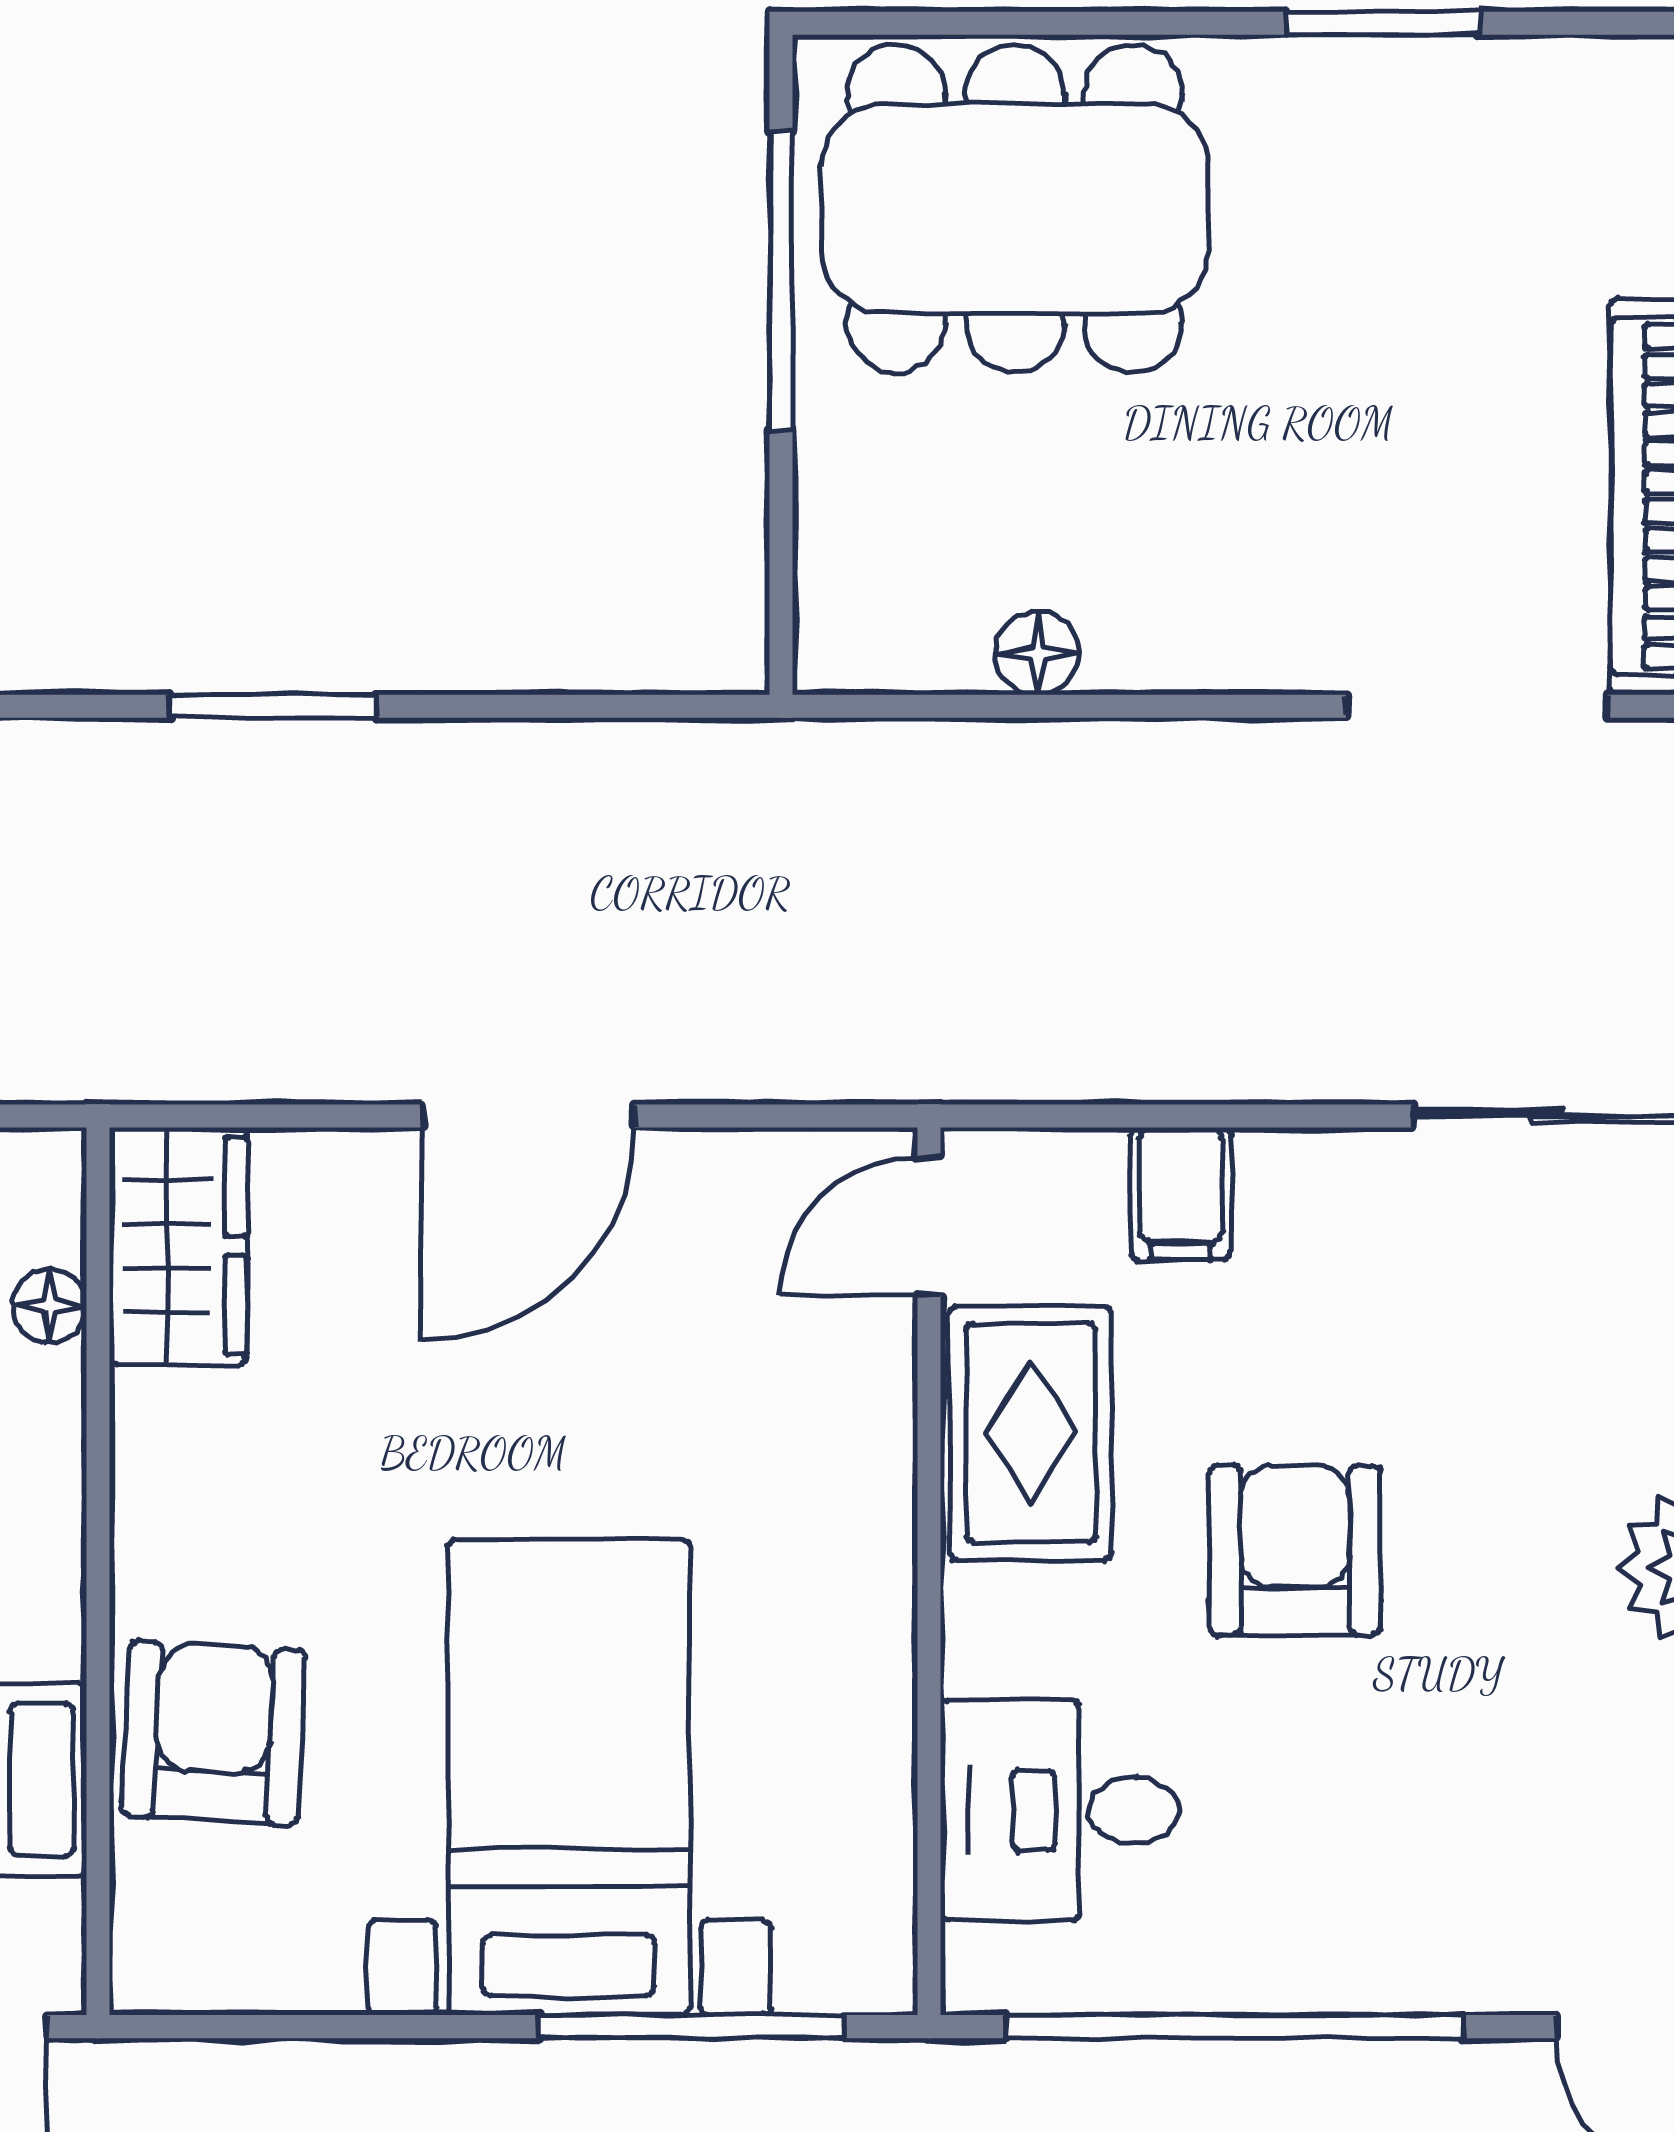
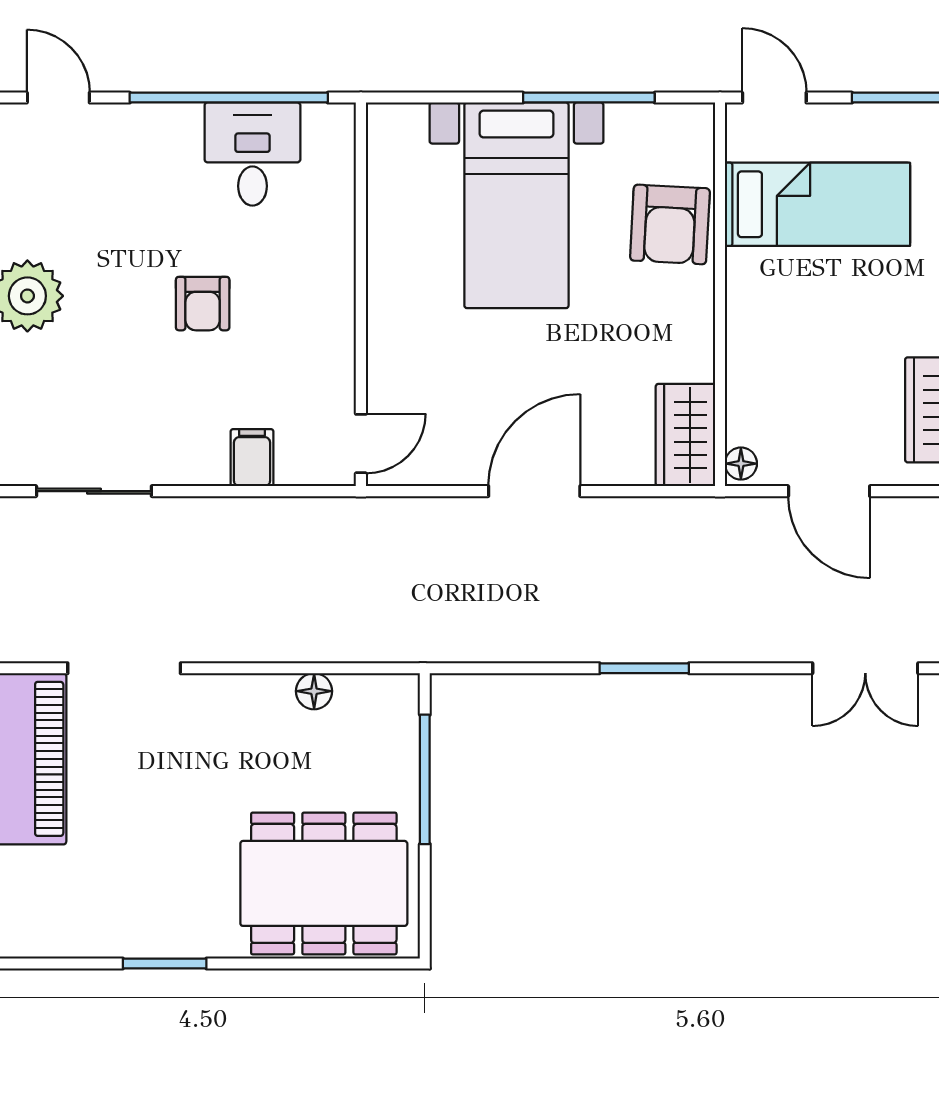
window: (781, 281) -> (425, 779), moved
floor lamp: (50, 1306) -> (741, 464), moved
rug: (1031, 1433) -> (317, 354), removed
armchair: (1295, 1550) -> (203, 304), width x0.72, depth x0.72
desk: (1060, 1810) -> (252, 154), moved, turned -90
window: (691, 2027) -> (589, 98), moved

